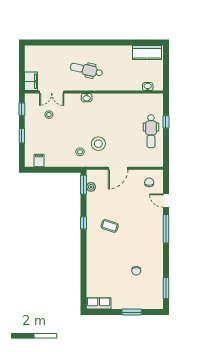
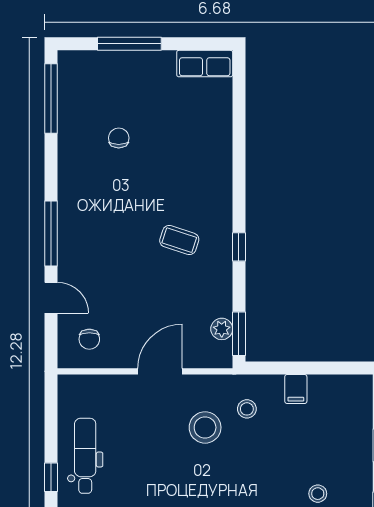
filing cabinet: (39, 161) -> (296, 389), moved
window: (166, 288) -> (51, 98), width x1.44
window: (132, 312) -> (129, 44), width x1.44

